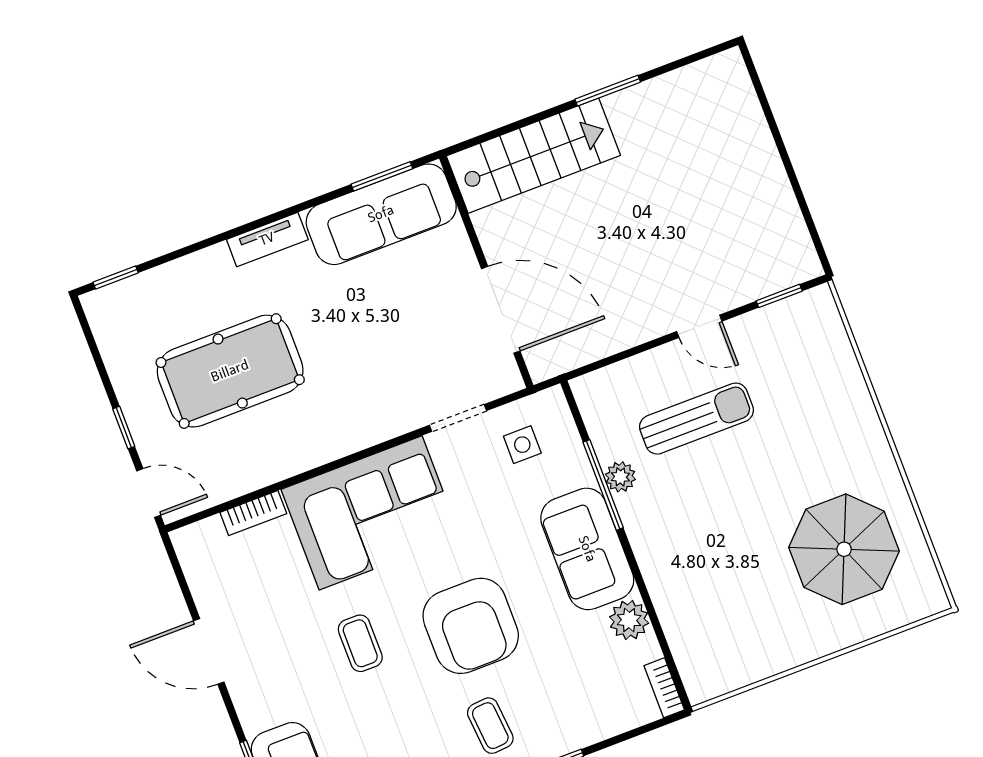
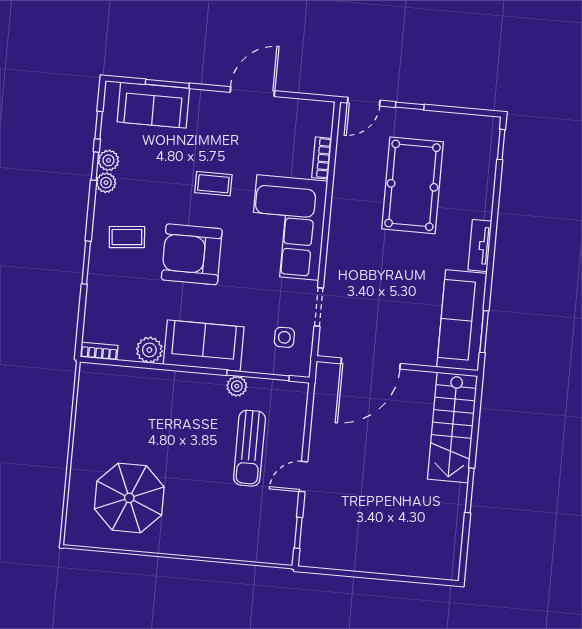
window: (603, 485) -> (258, 375), moved

